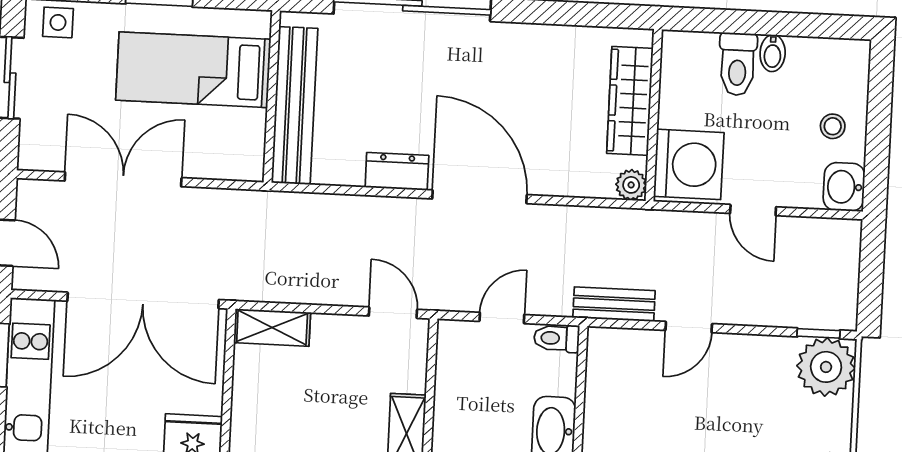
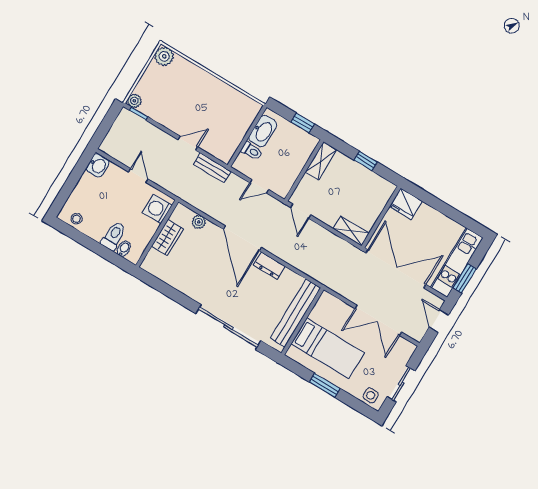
bidet: (773, 53) -> (124, 249), moved
wardrobe: (630, 101) -> (167, 237), width x0.67
stool: (833, 126) -> (77, 219), moved
washing machine: (689, 164) -> (157, 209), width x0.73, depth x0.73
plant: (631, 185) -> (199, 222), moved
toilet: (557, 338) -> (252, 151), moved
plant: (826, 367) -> (134, 101), width x0.53, depth x0.53

